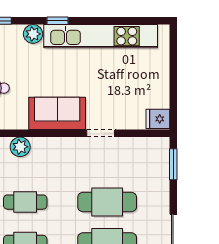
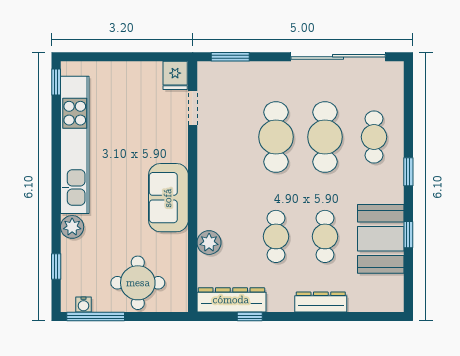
window: (57, 21) -> (56, 82), moved
doorway: (101, 133) -> (193, 108), moved

